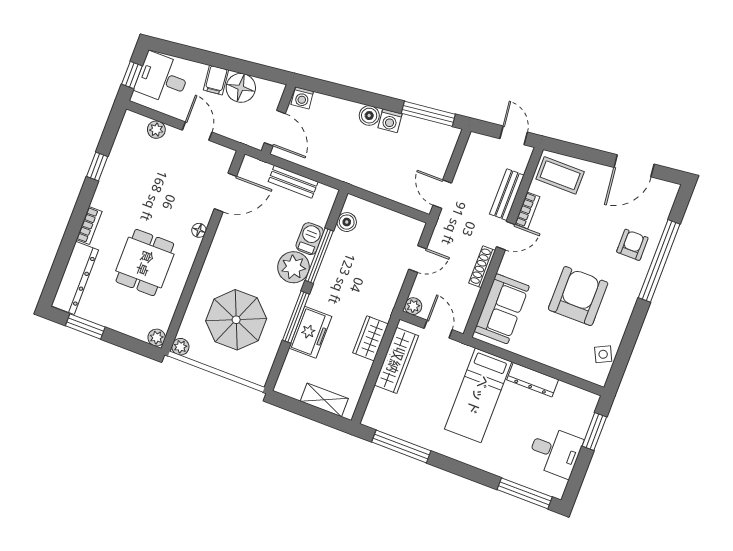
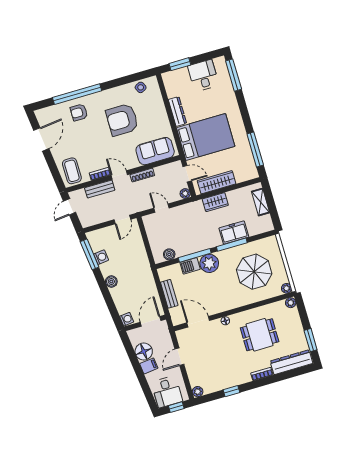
washing machine: (390, 121) -> (101, 257), moved
plant: (156, 130) -> (198, 392), moved
door: (634, 166) -> (41, 139), hinge flipped
door: (438, 329) -> (187, 174), swing flipped
bed: (478, 395) -> (206, 137), width x1.50

